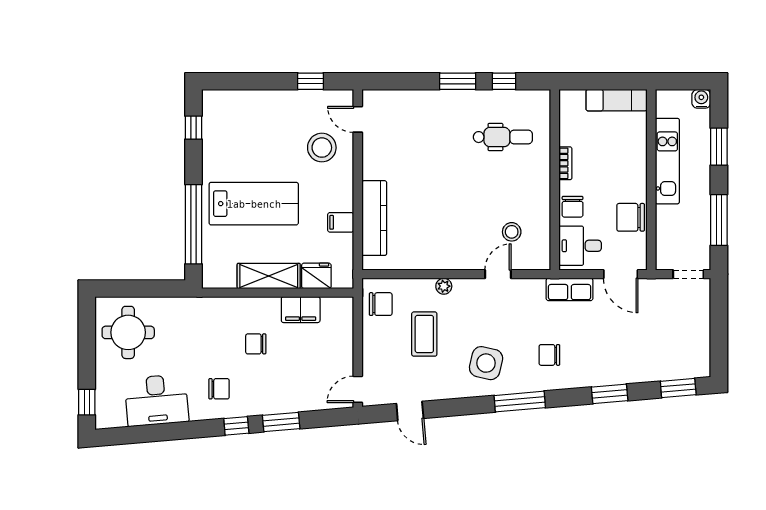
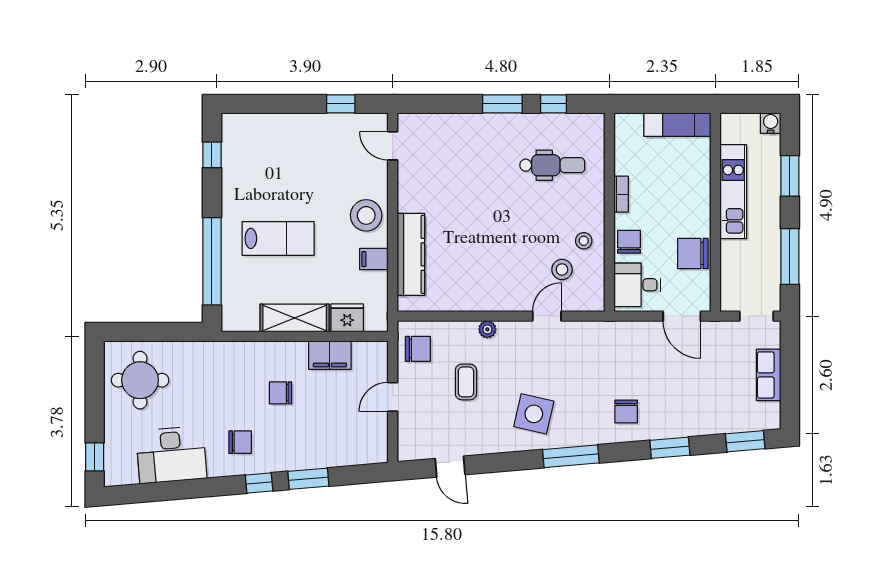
stool: (322, 148) -> (366, 215), moved
lab bench: (254, 204) -> (278, 238), width x0.73, depth x0.72
stool: (531, 206) -> (584, 241), added
chair: (573, 207) -> (629, 242), turned 180
row of seats: (570, 289) -> (769, 375), moved, turned 90
coffee table: (424, 334) -> (466, 382), width x0.73, depth x0.77
chair: (549, 355) -> (626, 411), moved, turned -90
door: (358, 389) -> (393, 397), moved

